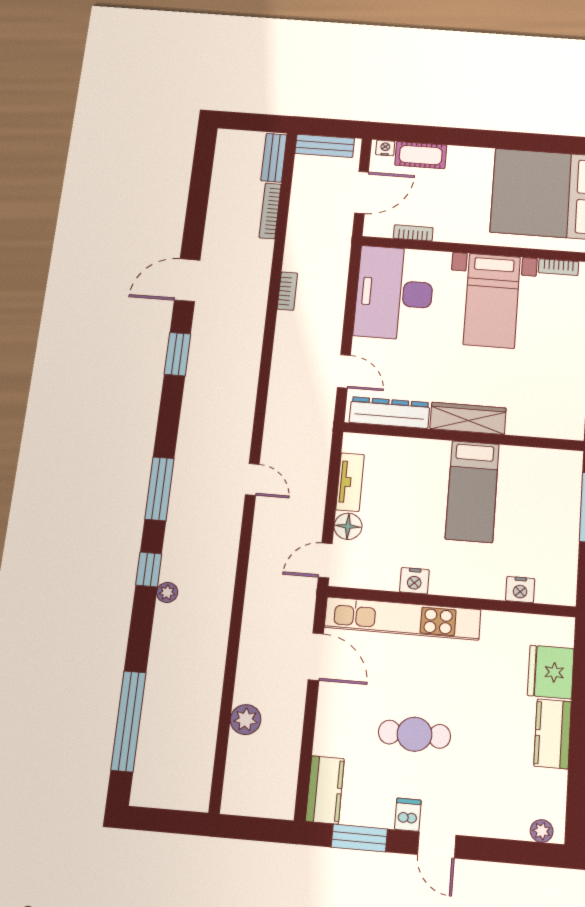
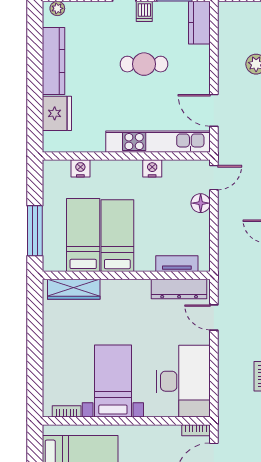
bookcase: (413, 233) -> (196, 430), moved
wardrobe: (468, 418) -> (74, 289), moved
tv unit: (350, 482) -> (177, 264), moved, turned 90
bed: (522, 496) -> (83, 235), added
kitchen counter: (553, 734) -> (53, 61), width x1.50

